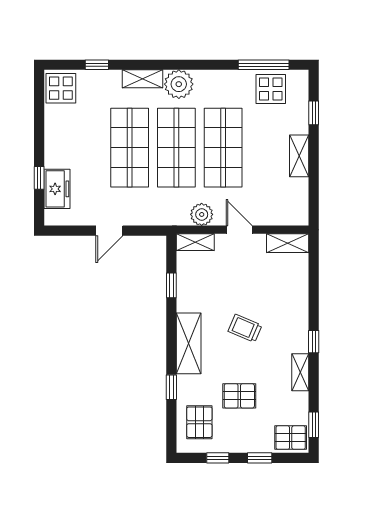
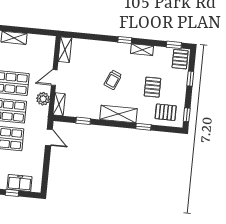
door: (109, 231) -> (49, 137), moved
window: (218, 458) -> (187, 115), moved

